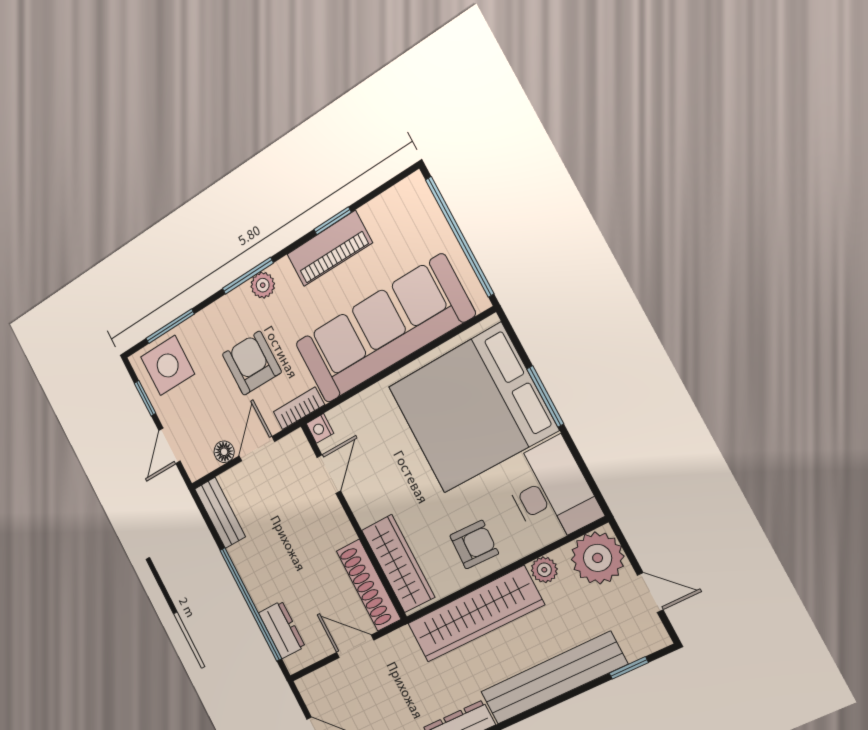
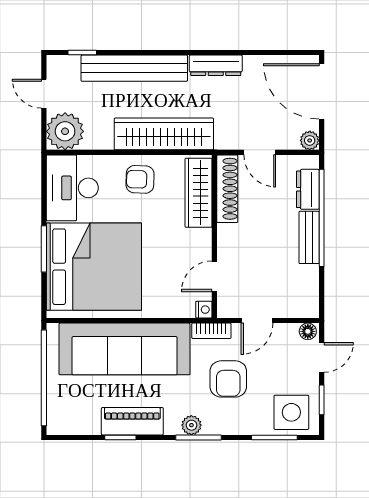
floor lamp: (224, 452) -> (308, 331), moved
bench: (220, 513) -> (309, 237), moved
plant: (544, 570) -> (310, 140), moved

